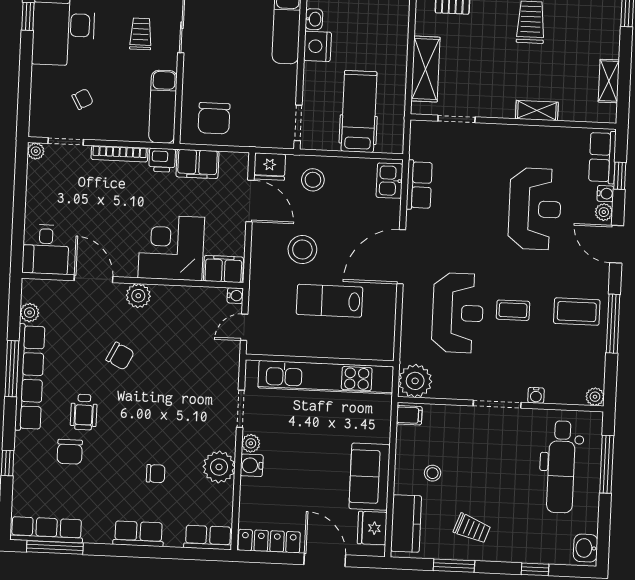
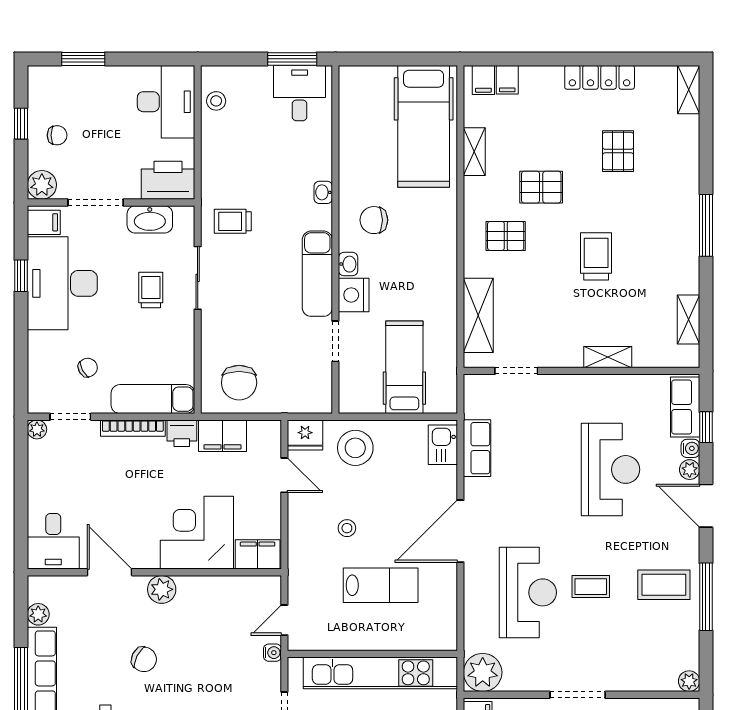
exam couch: (163, 107) -> (153, 399), moved, turned 90
doorway: (298, 123) -> (335, 341), moved
stool: (313, 180) -> (355, 448), width x1.38, depth x1.38
door: (250, 201) -> (284, 475), width x0.73
stool: (302, 250) -> (347, 528), width x0.53, depth x0.53
water cooler: (235, 296) -> (272, 653), moved
lab bench: (330, 301) -> (381, 585), turned 180
water cooler: (536, 395) -> (622, 683), removed

